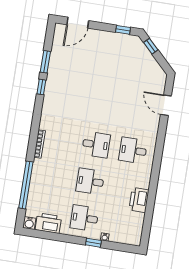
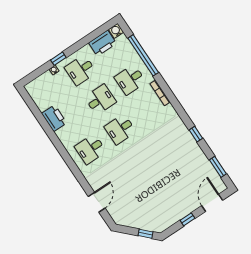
window: (123, 30) -> (188, 219), moved
window: (45, 62) -> (218, 167), moved
door: (166, 105) -> (97, 202), hinge flipped
desk: (133, 150) -> (90, 149), turned 180
desk: (53, 175) -> (130, 80), added
desk: (84, 218) -> (81, 70), turned 180

